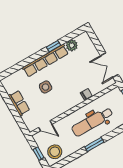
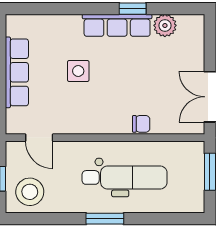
row of seats: (45, 61) -> (117, 25), width x0.73
row of seats: (19, 103) -> (17, 72), width x1.48
dental chair: (92, 122) -> (124, 177), turned 180

